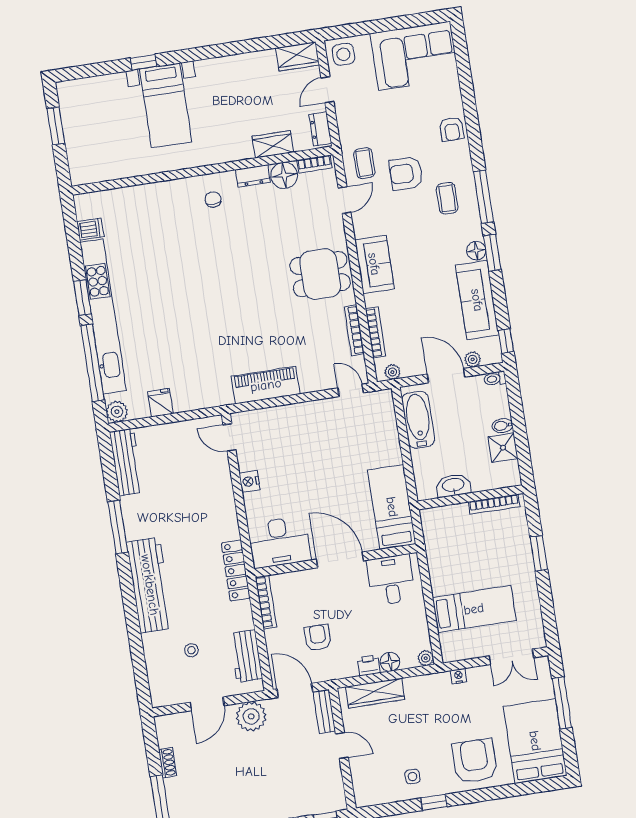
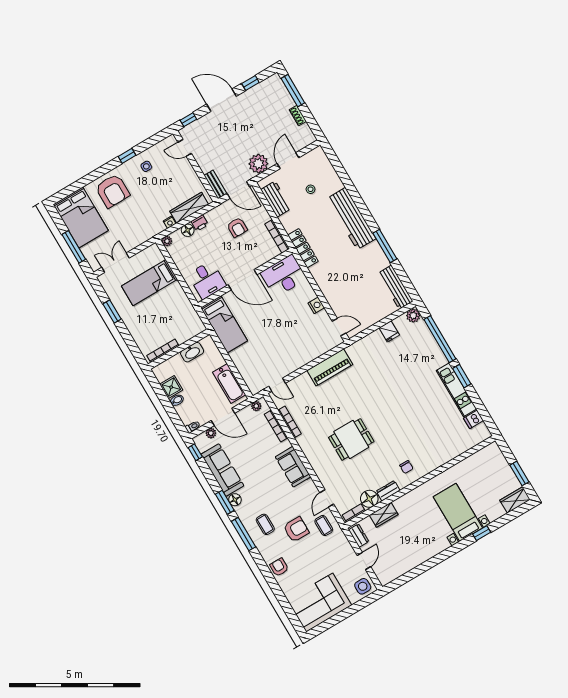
wardrobe: (298, 56) -> (515, 500), moved
dining table: (320, 274) -> (351, 439), moved
kitchen unit: (103, 316) -> (456, 390), width x0.54
window: (539, 553) -> (112, 312), moved
nightstand: (458, 676) -> (170, 222), moved
door: (342, 746) -> (185, 148), moved

